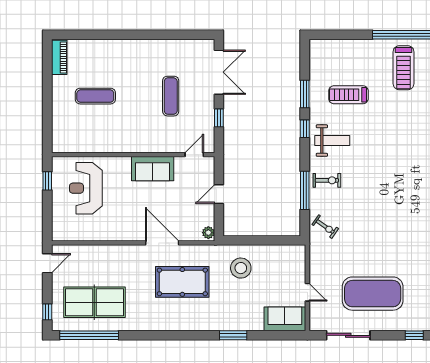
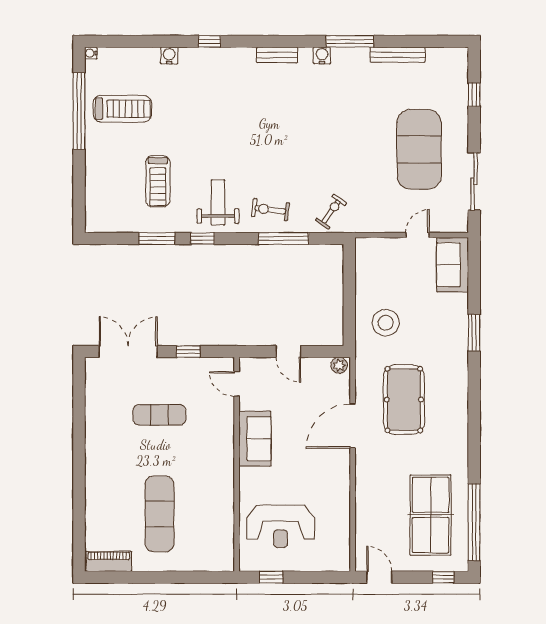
exercise mat: (95, 96) -> (159, 514), width x1.36, depth x1.45
exercise bike: (327, 180) -> (270, 210), turned -83

